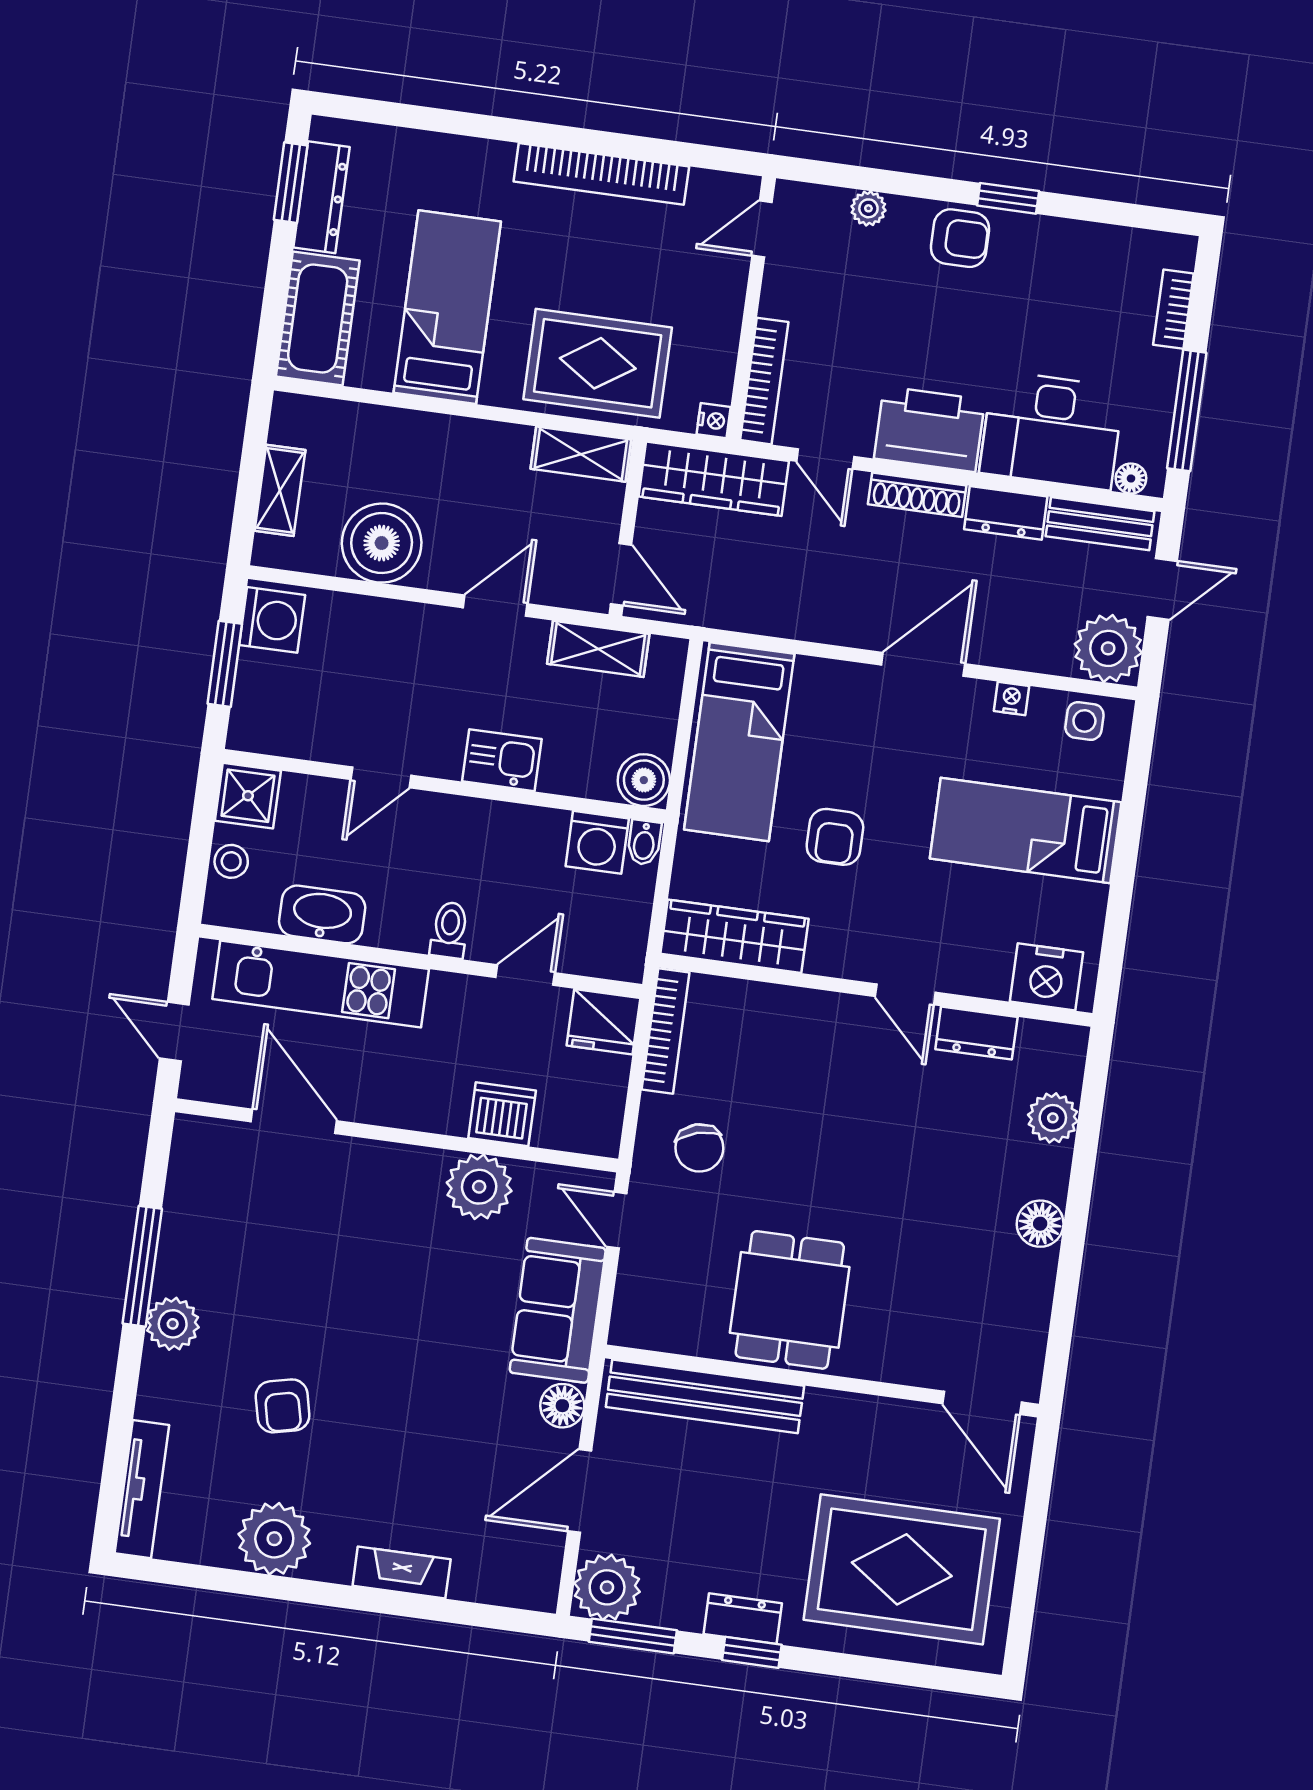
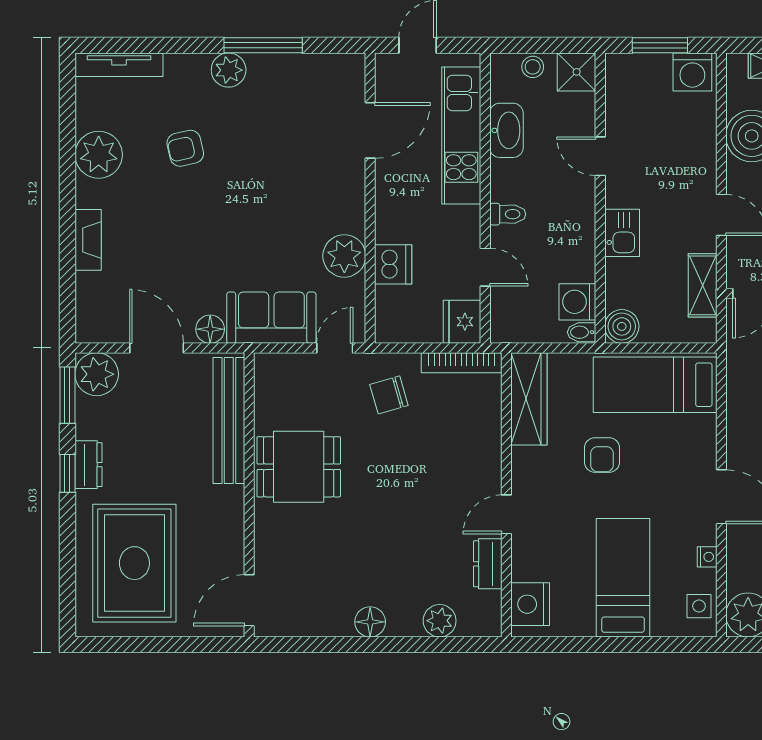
armchair: (835, 837) -> (602, 455), turned -90

